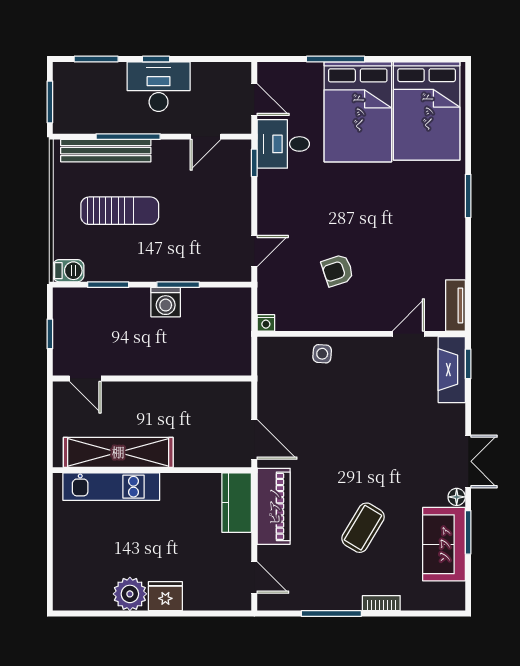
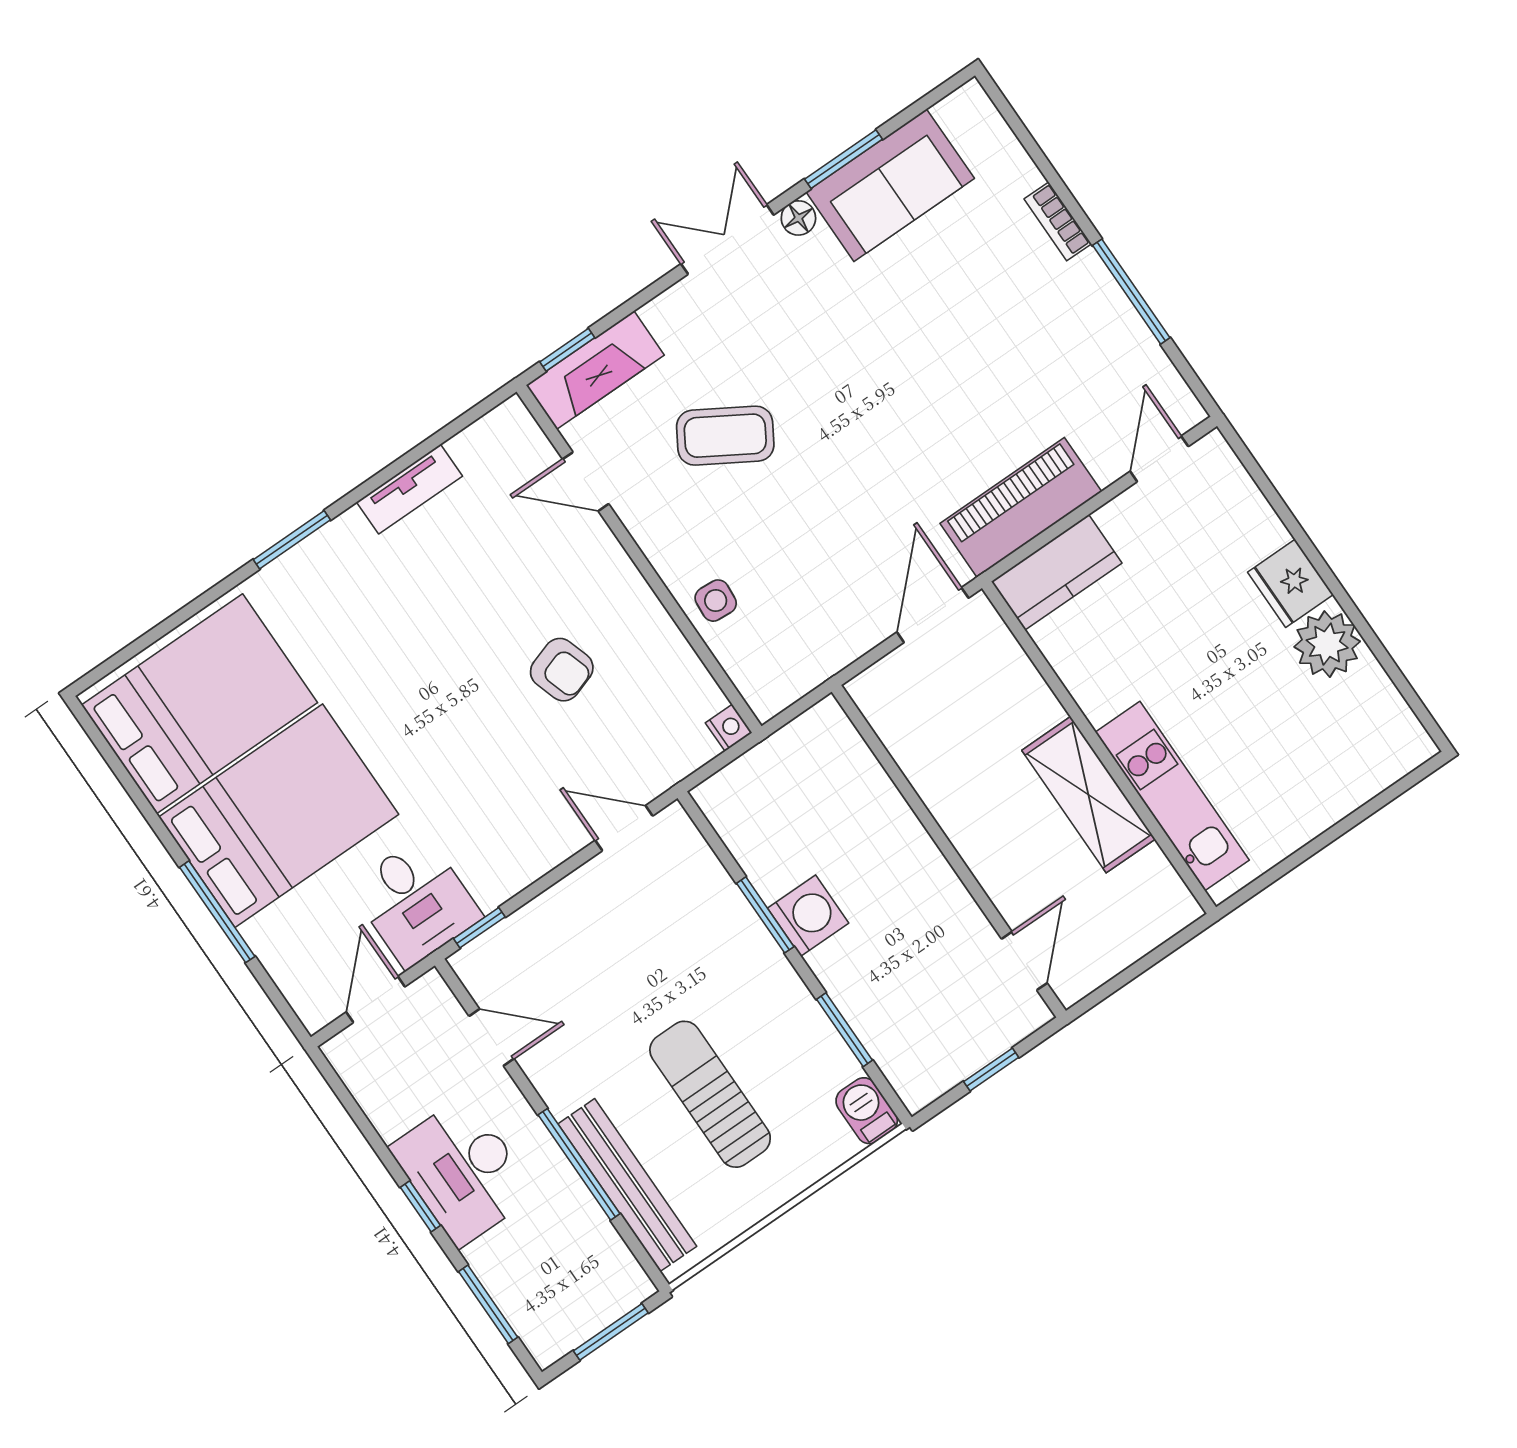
tv unit: (455, 305) -> (409, 489), moved
shelving: (118, 452) -> (1088, 795), width x0.68
coffee table: (363, 528) -> (725, 436), moved

